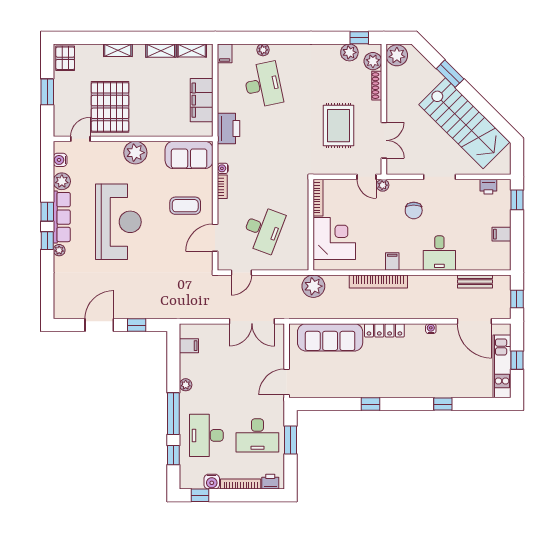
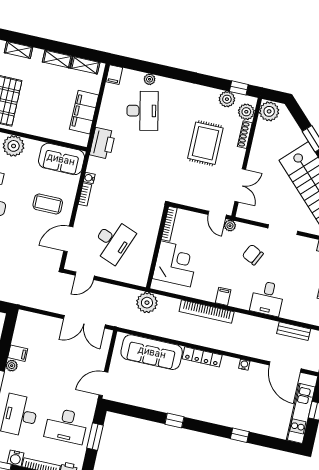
rug: (338, 126) -> (205, 143), moved
chair: (414, 210) -> (253, 255), turned 116
filing cabinet: (189, 346) -> (18, 353), moved

